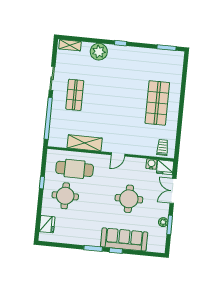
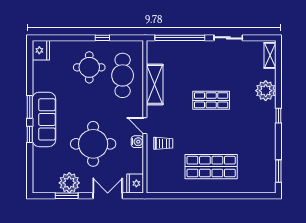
shop shelf: (75, 95) -> (211, 100), moved
trolley: (163, 147) -> (163, 143), moved
water cooler: (151, 164) -> (137, 142), moved
round table: (129, 199) -> (93, 144), width x1.36, depth x1.36
plant: (163, 222) -> (69, 183), width x1.88, depth x1.88
fridge: (47, 224) -> (41, 50), moved, turned -90
sofa: (124, 239) -> (44, 119), moved

